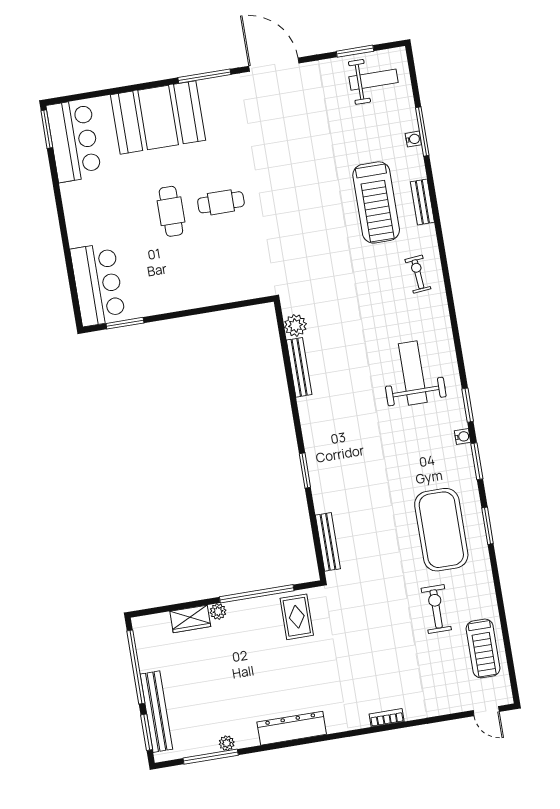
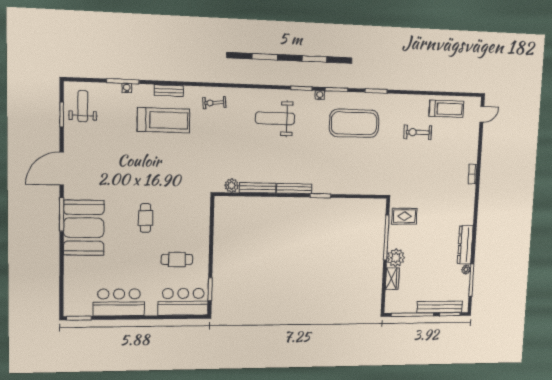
booth: (158, 117) -> (84, 228), moved
bar counter: (74, 141) -> (119, 302), moved
cafe table: (171, 211) -> (177, 259), moved
exercise mat: (441, 530) -> (354, 123), moved
bench: (328, 542) -> (294, 189), moved
plant: (218, 611) -> (396, 258), width x1.88, depth x1.88
dresser: (292, 728) -> (465, 245), moved

